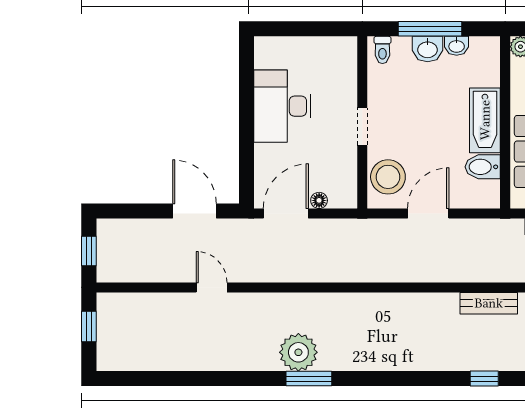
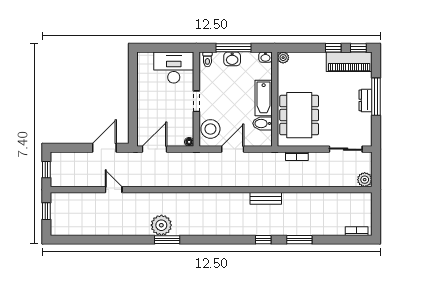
washbasin: (457, 46) -> (265, 57), moved
desk: (282, 106) -> (174, 67), moved, turned 90
floor lamp: (319, 200) -> (189, 142), moved
door: (195, 211) -> (104, 148), hinge flipped

